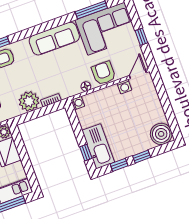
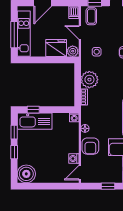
armchair: (104, 73) -> (90, 146), turned 90
door: (138, 74) -> (80, 173), swing flipped

